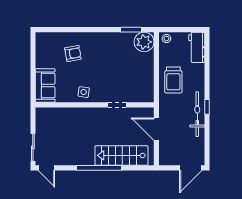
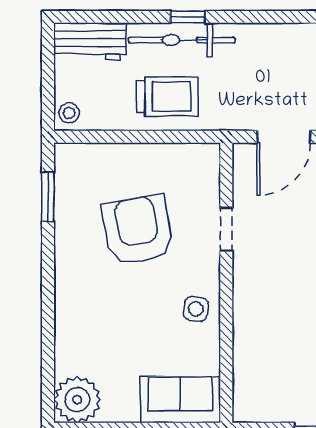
plant: (144, 42) -> (77, 400), moved
armchair: (73, 53) -> (138, 230), moved, width x1.88, depth x1.88
window: (207, 107) -> (188, 17), moved
bicycle: (197, 114) -> (182, 40), moved

